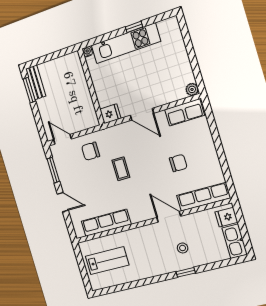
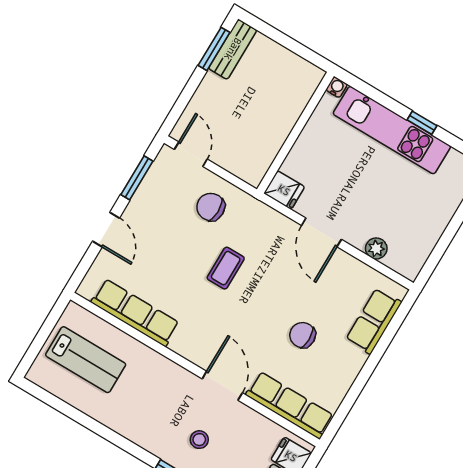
plant: (192, 89) -> (376, 248), moved
row of seats: (185, 112) -> (374, 321), moved, turned 90
chair: (178, 163) -> (303, 335), turned 180

